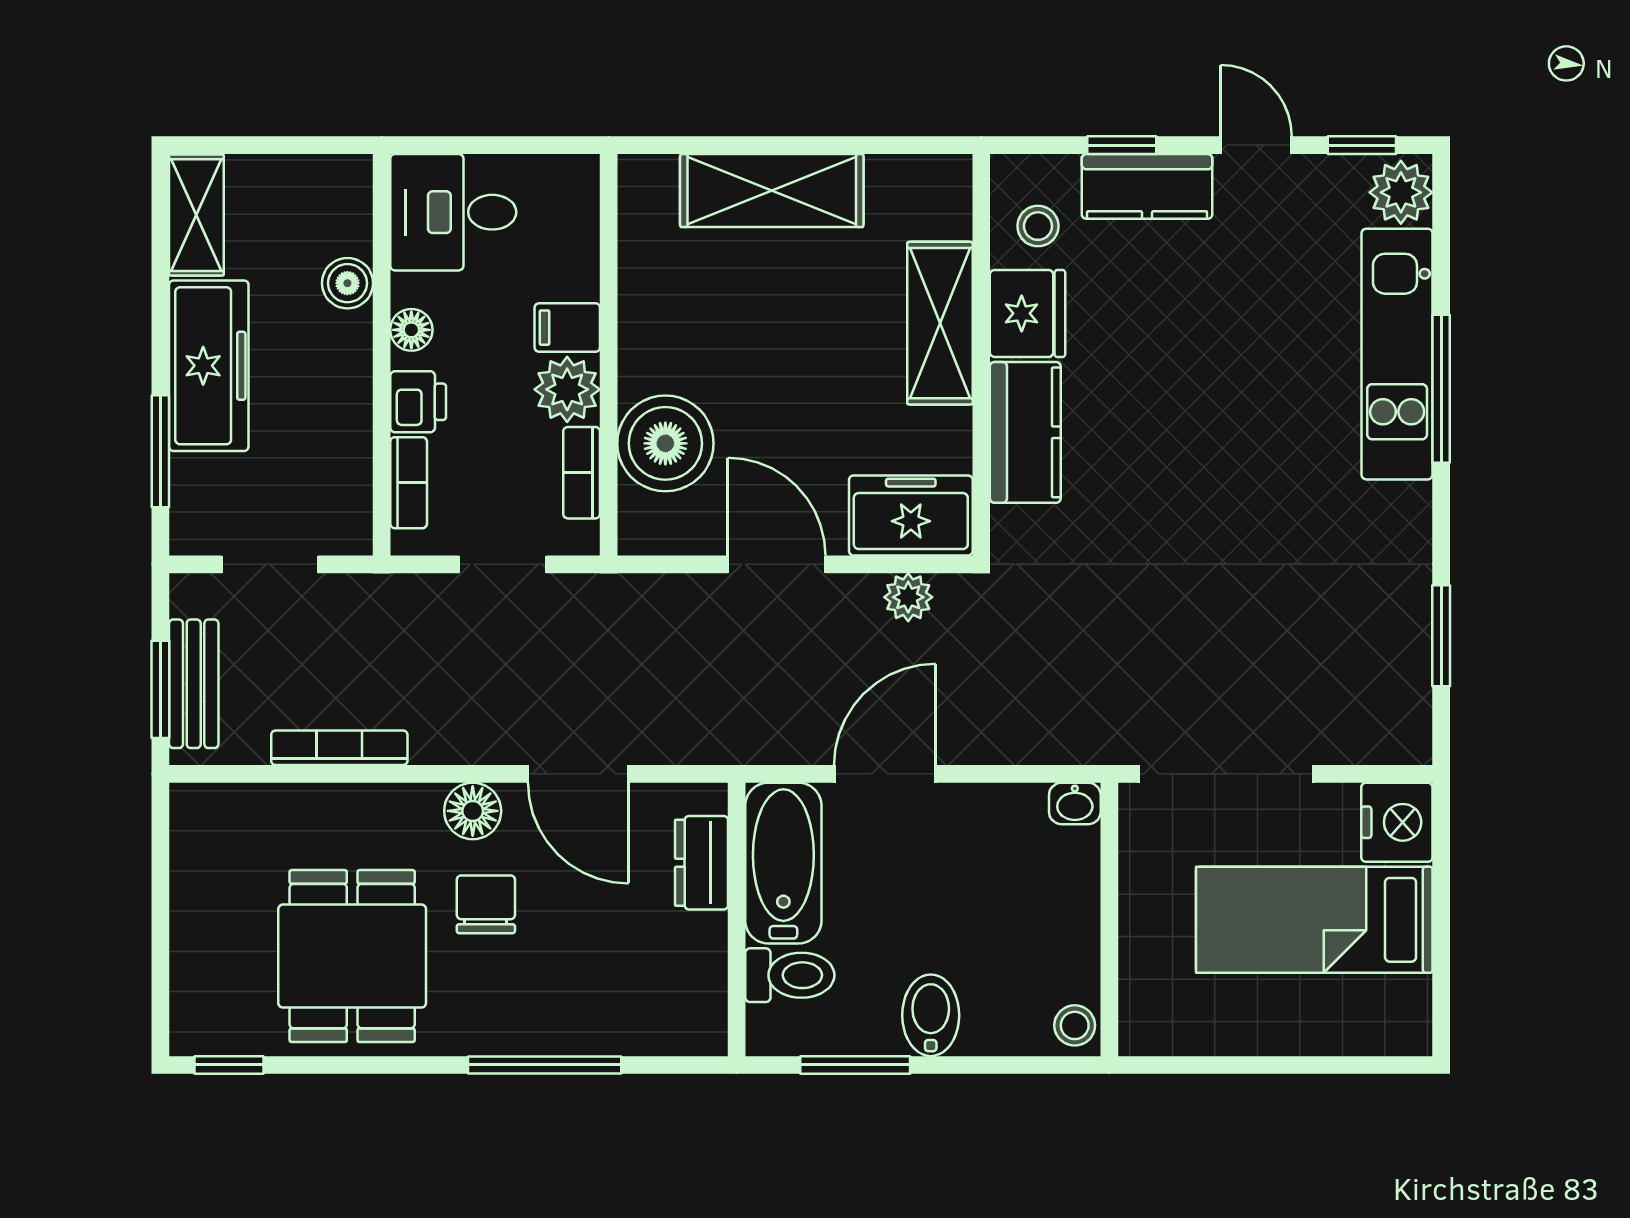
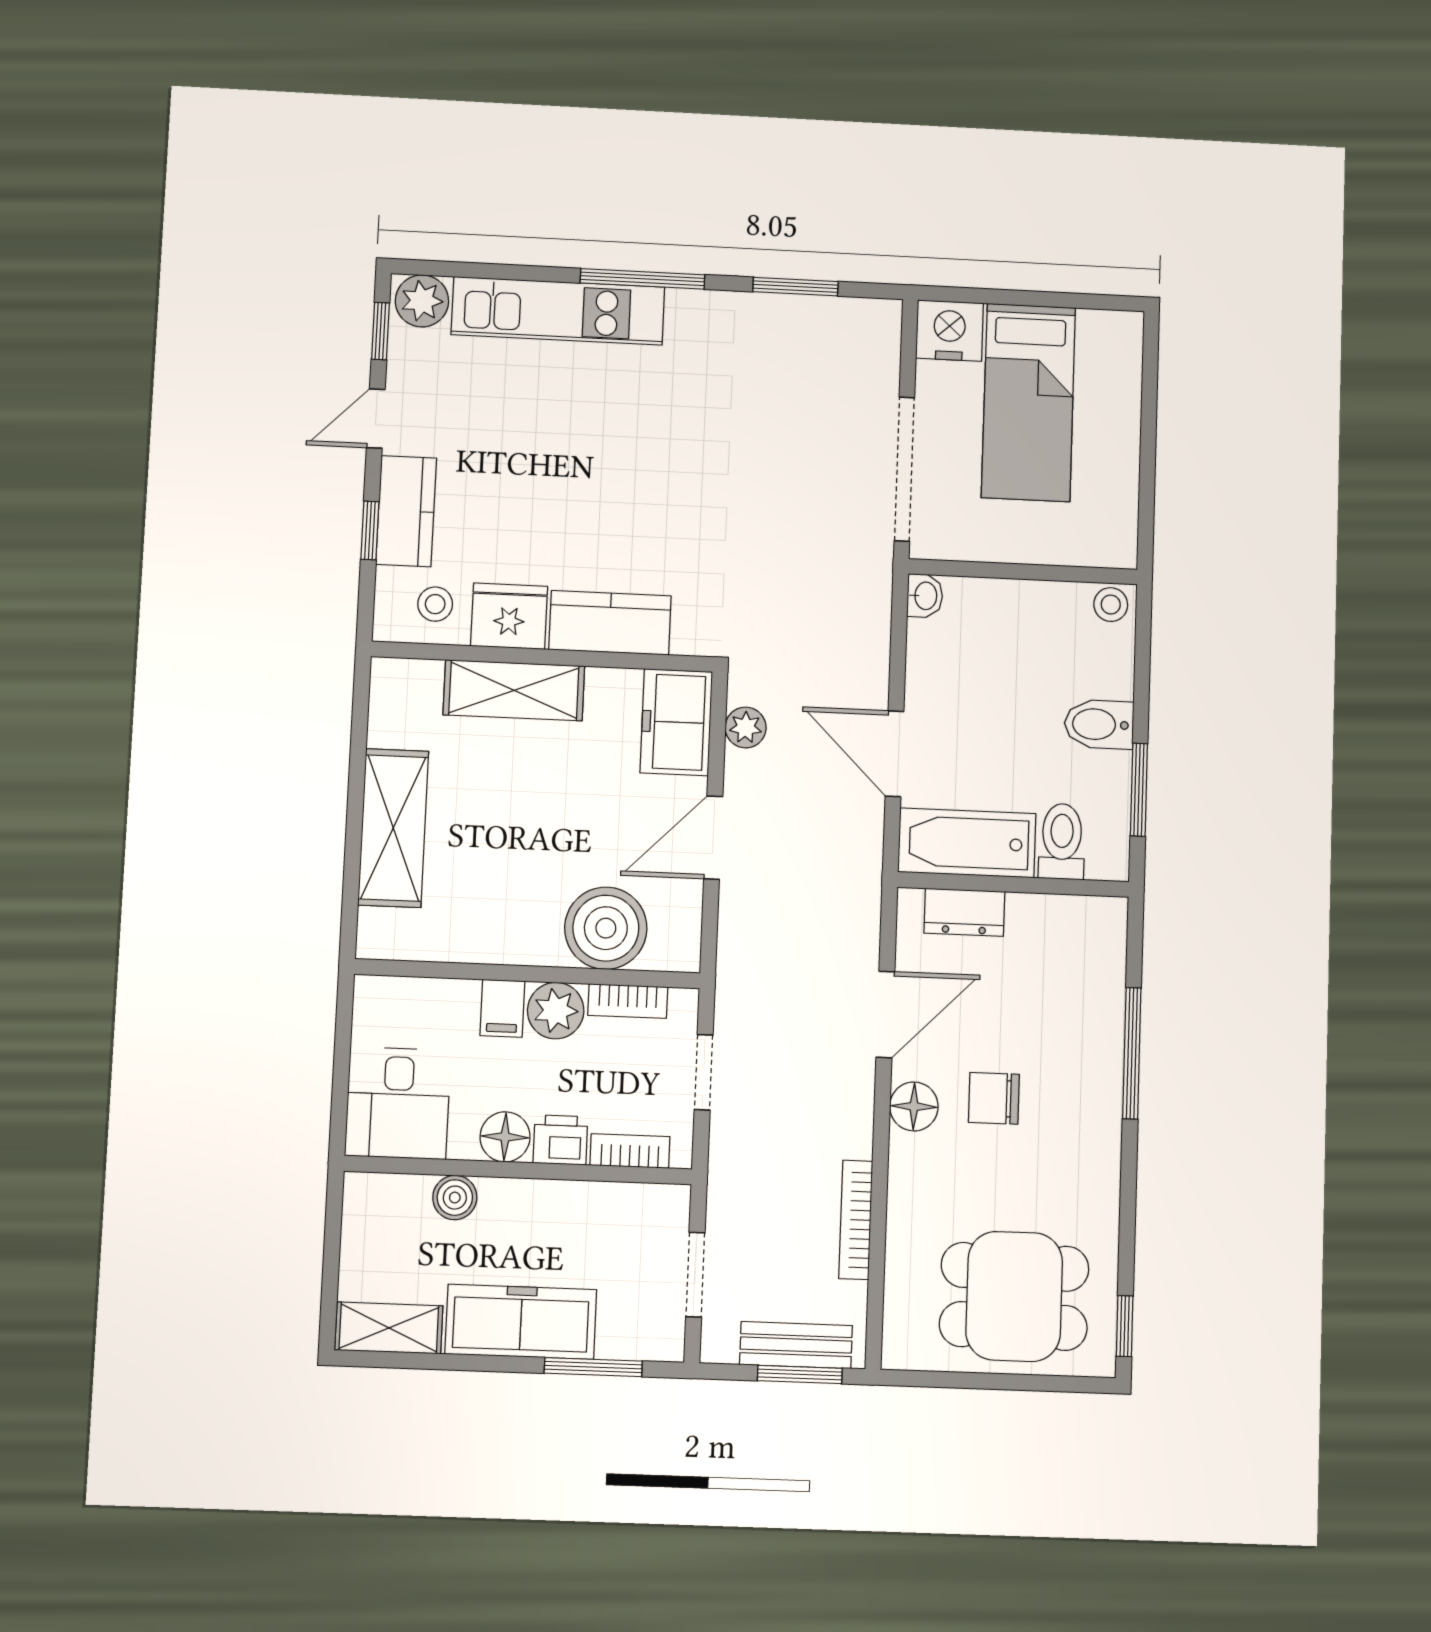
floor lamp: (411, 330) -> (505, 1137), width x1.37, depth x1.37
window: (1441, 389) -> (642, 279), moved
dining table: (352, 956) -> (1014, 1296), moved

